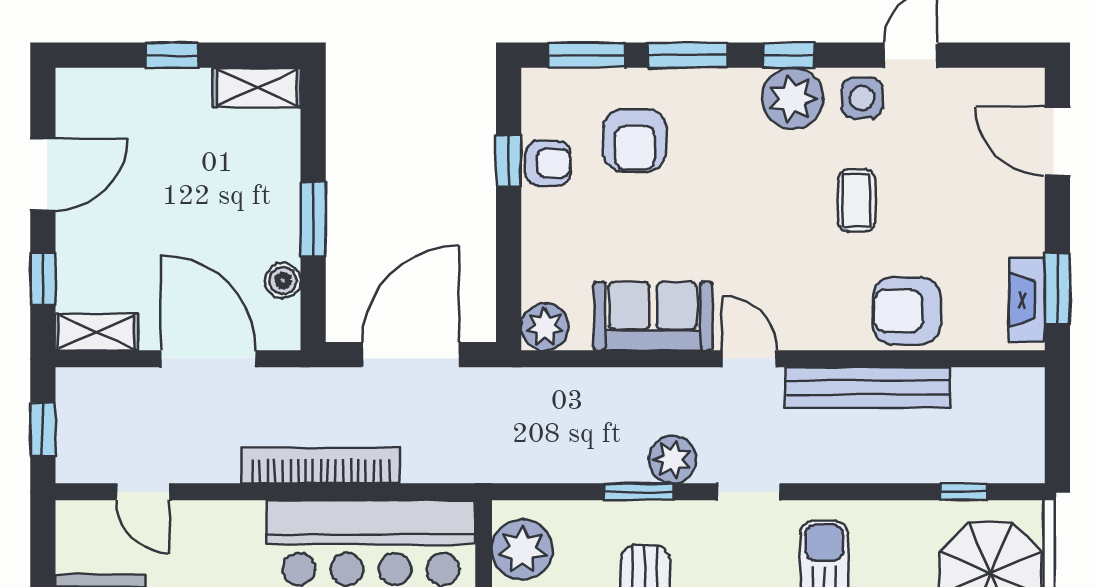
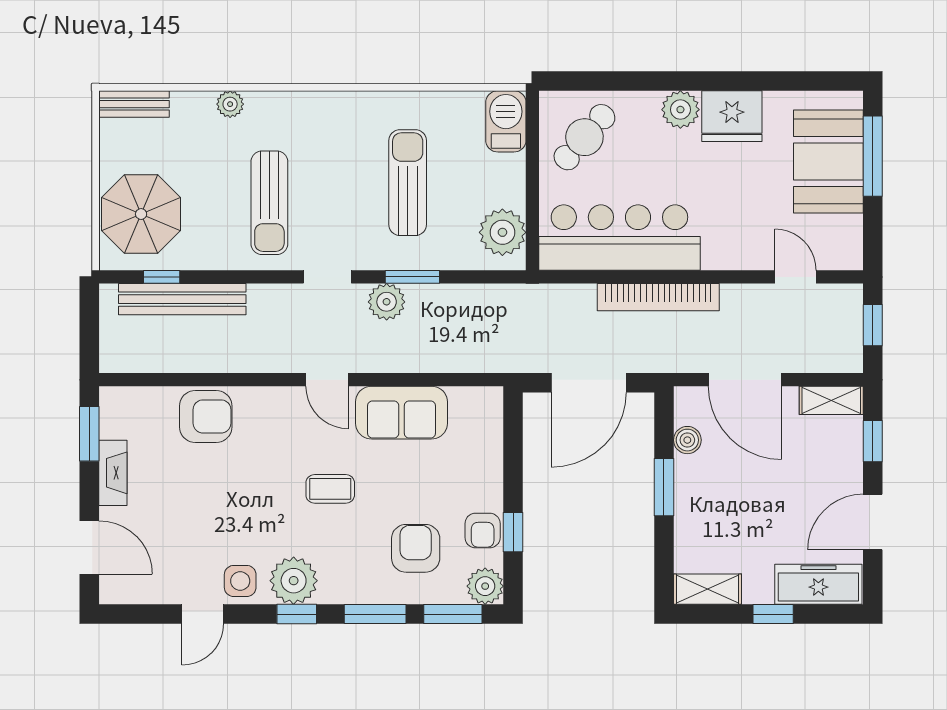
freezer: (113, 94) -> (818, 584), added
armchair: (548, 163) -> (483, 531), turned -90
coffee table: (856, 201) -> (330, 489), moved, turned 90
fireplace: (1027, 300) -> (113, 473), moved
plant: (545, 327) -> (485, 586), moved
bench: (868, 388) -> (182, 299), moved

